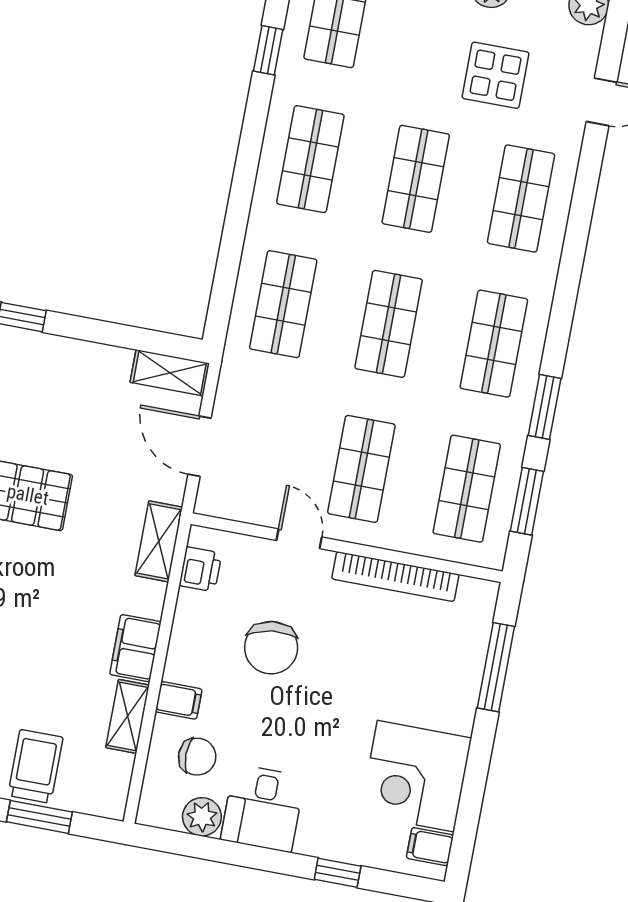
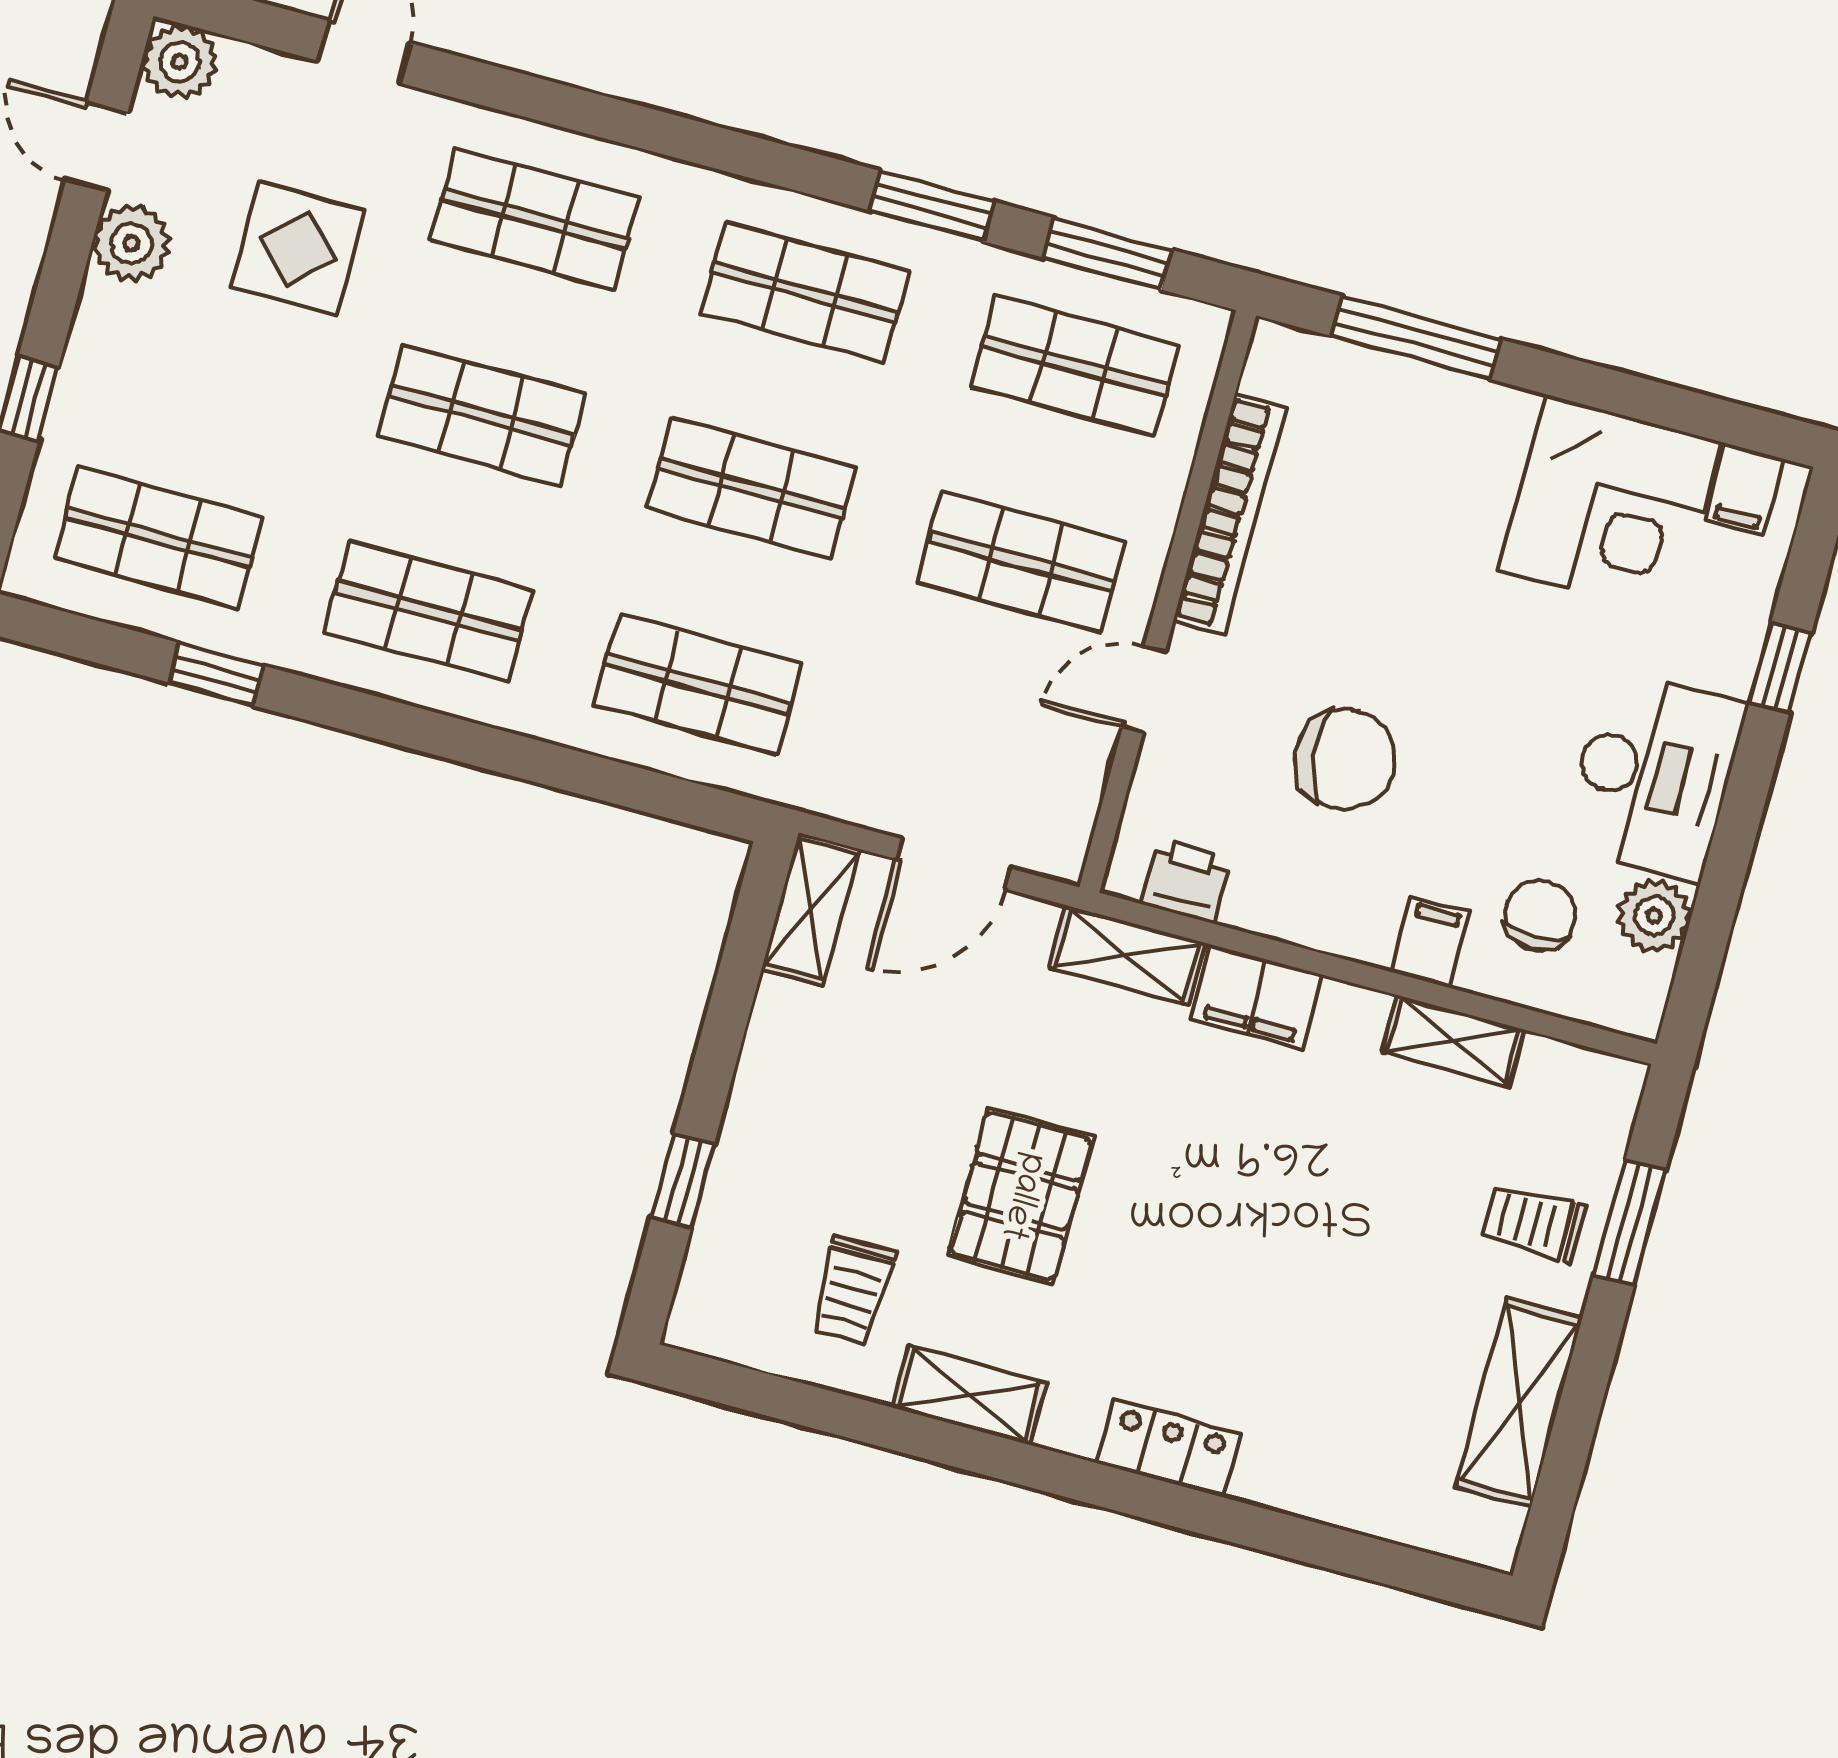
filing cabinet: (135, 648) -> (1257, 997), moved
trolley: (35, 766) -> (1534, 1222), width x0.73, depth x0.72
desk: (263, 808) -> (1654, 775), width x1.37

